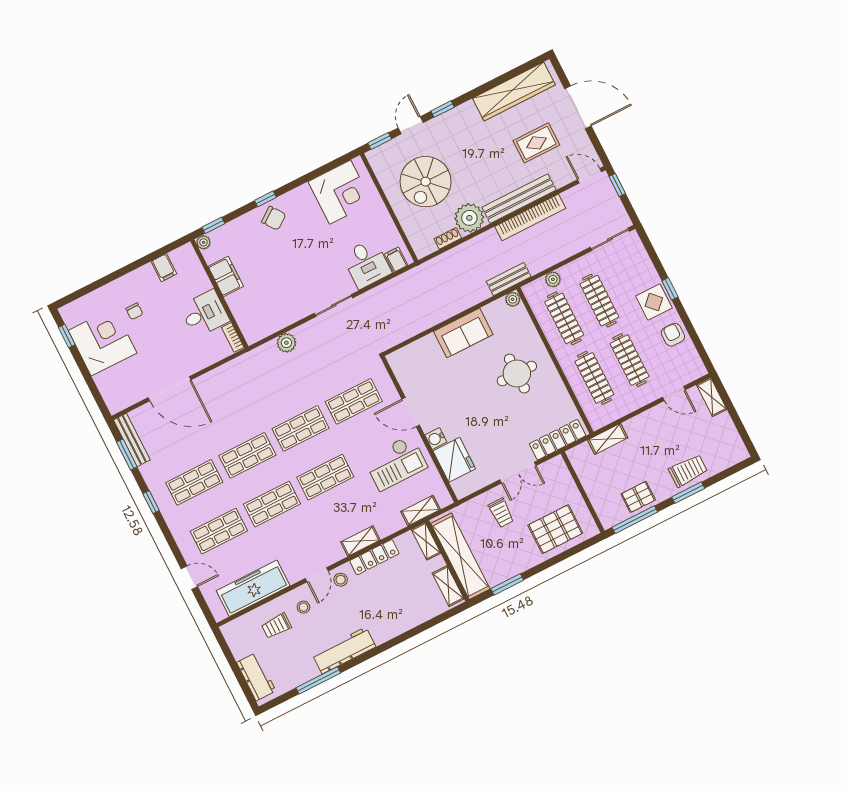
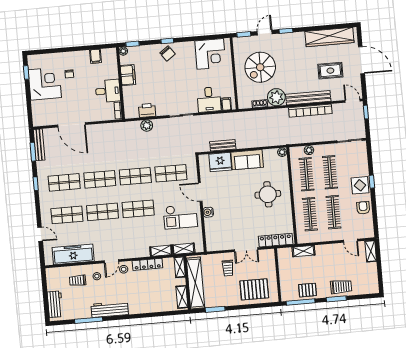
bench: (509, 279) -> (223, 145), moved
printer: (278, 319) -> (147, 110), added
fridge: (454, 460) -> (220, 162), moved, turned 90
shelving: (360, 541) -> (161, 251), moved

